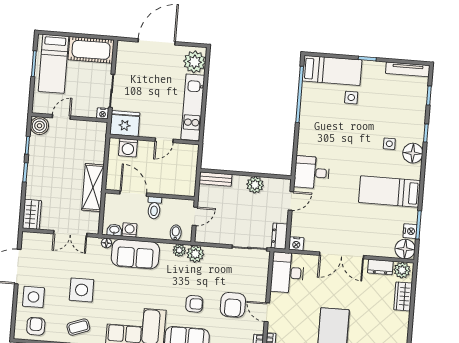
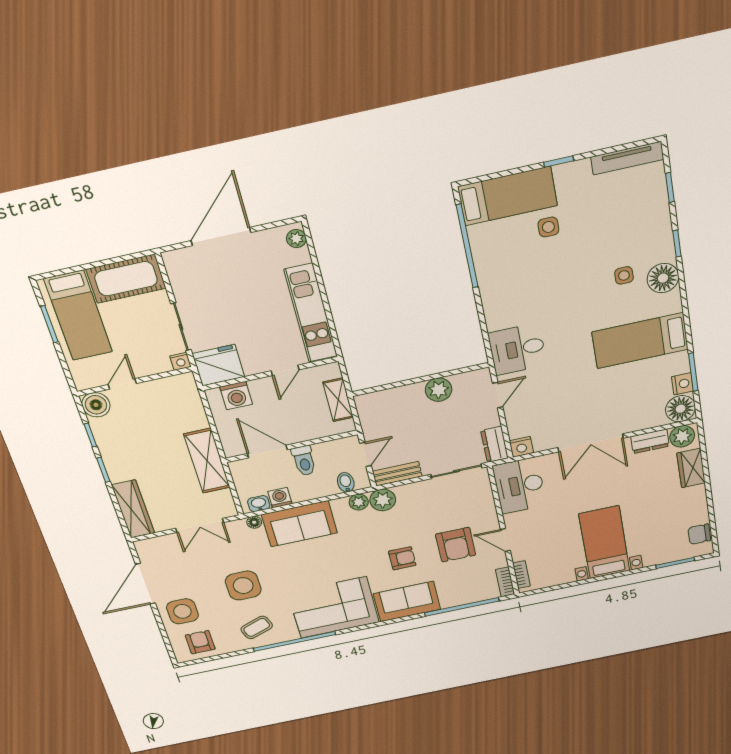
plant: (195, 62) -> (296, 239), width x0.53, depth x0.53
shelving: (190, 171) -> (338, 400), added
bench: (216, 179) -> (397, 474), moved
wardrobe: (32, 214) -> (133, 509), width x1.50

